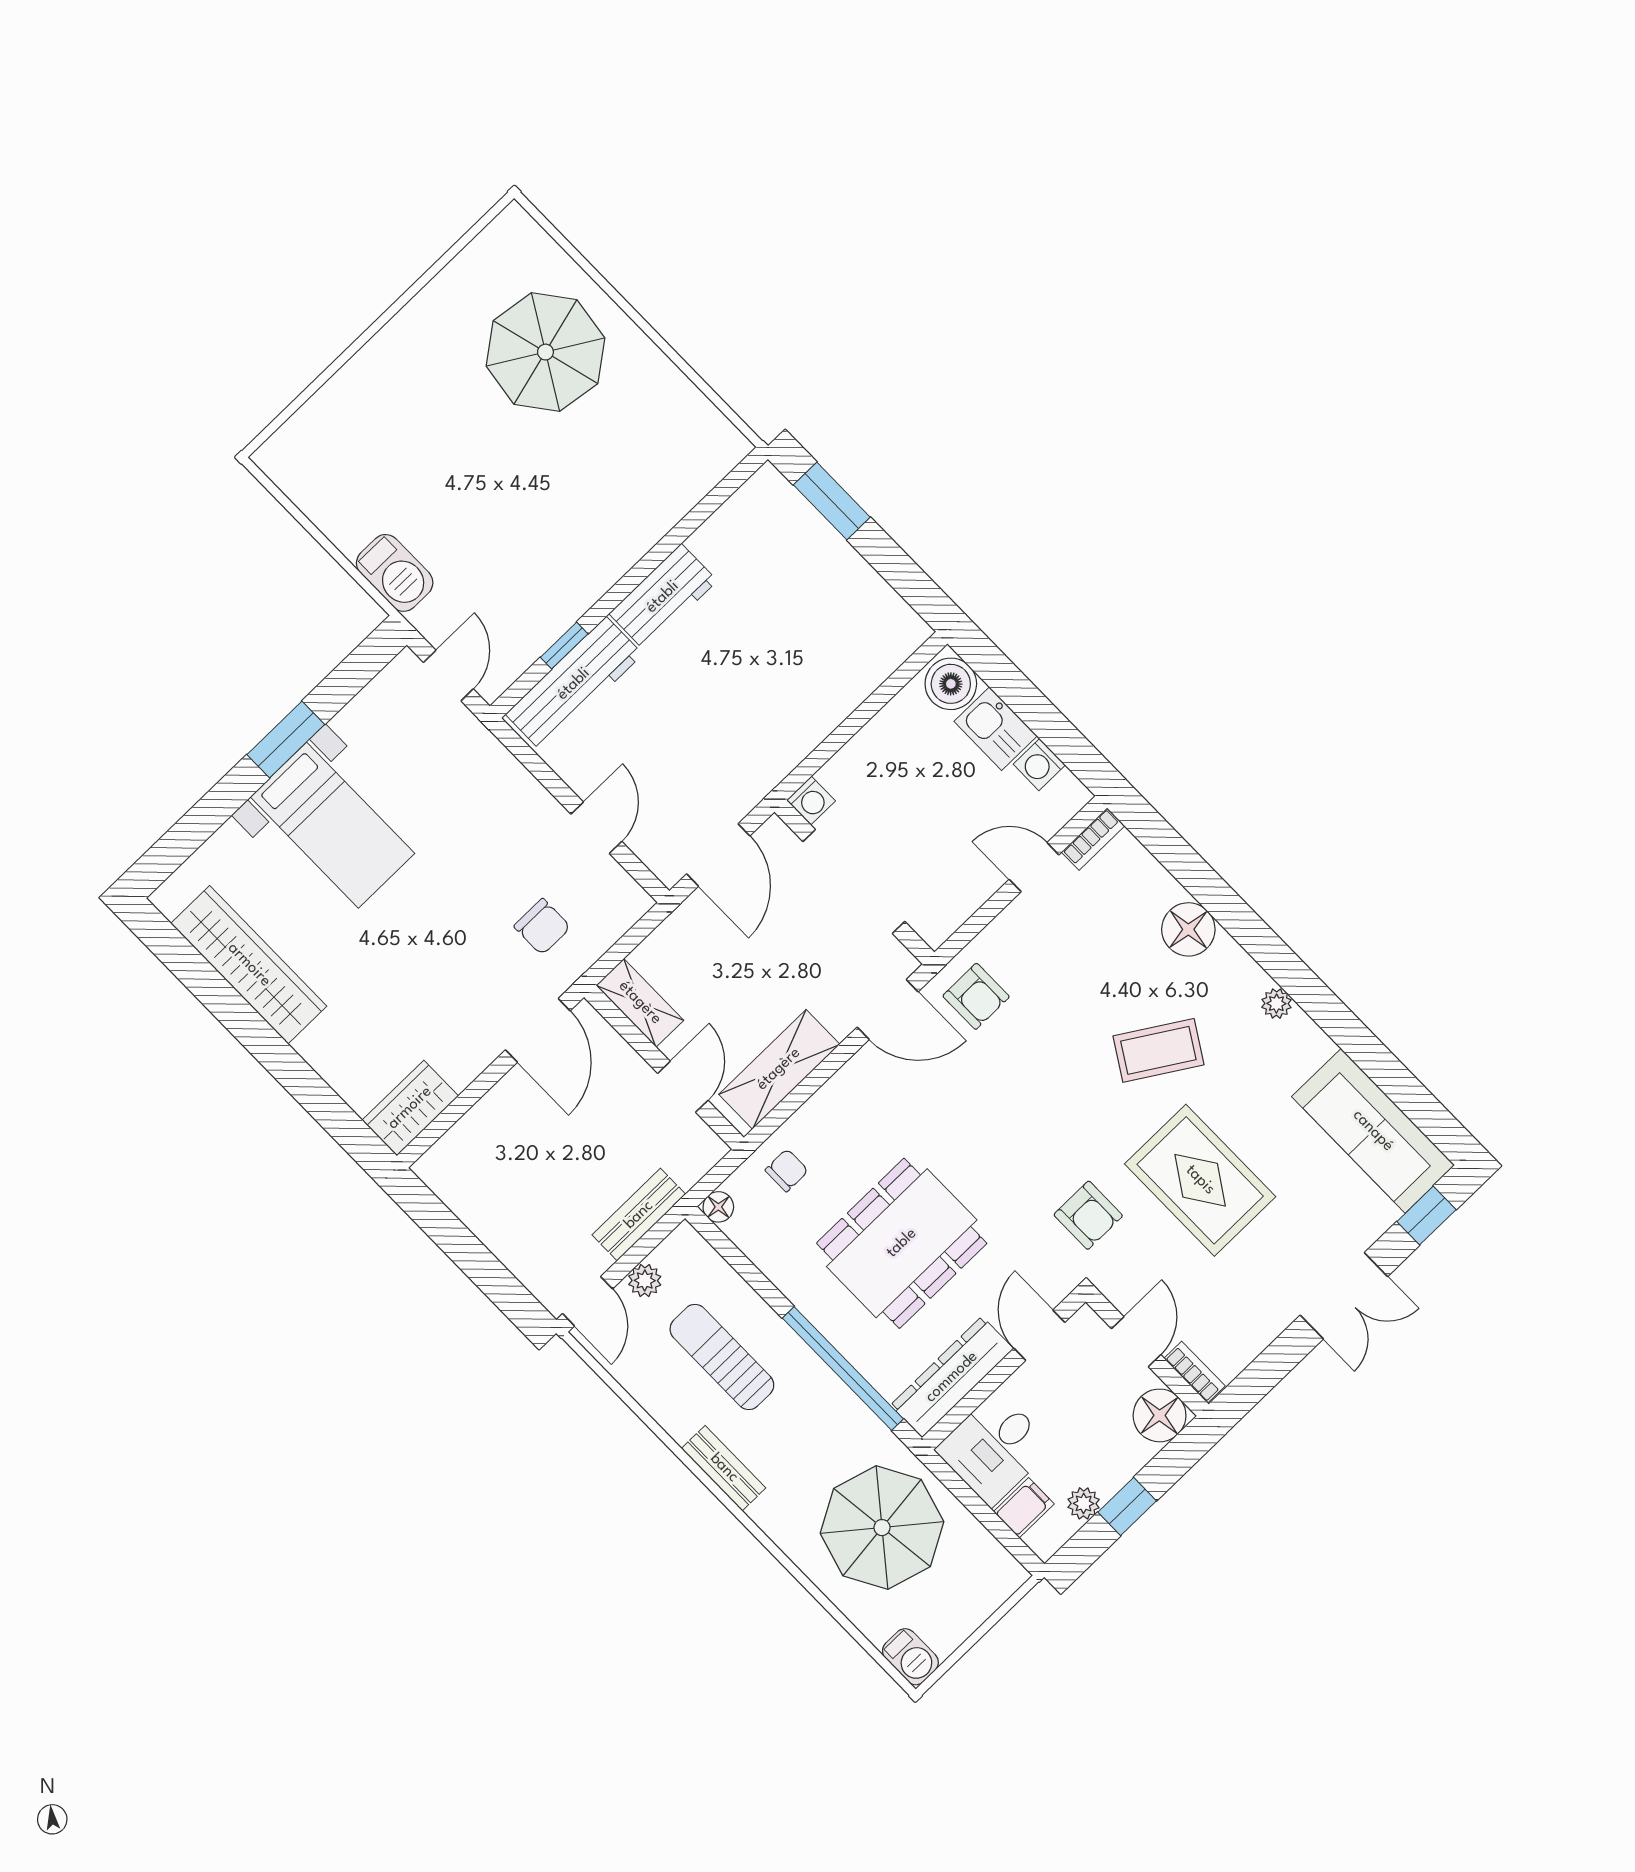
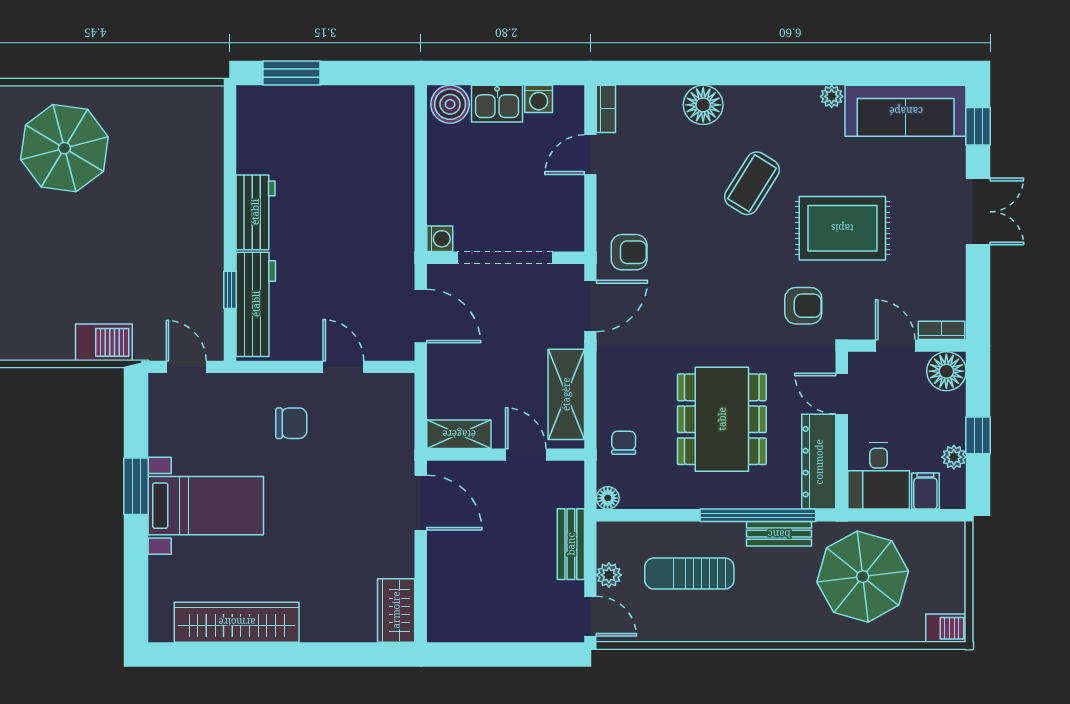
chair: (542, 927) -> (291, 423), moved
plant: (1276, 1004) -> (832, 96), moved
bench: (724, 1468) -> (779, 534), moved

